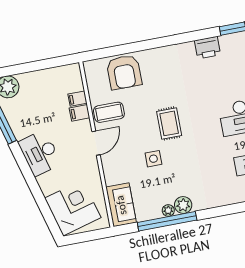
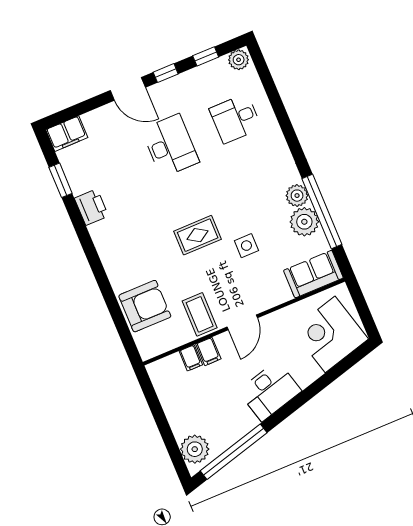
door: (96, 143) -> (242, 322), swing flipped
plant: (168, 210) -> (304, 222), width x1.88, depth x1.88

